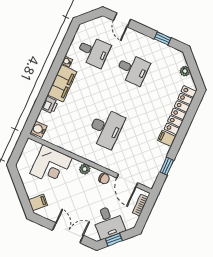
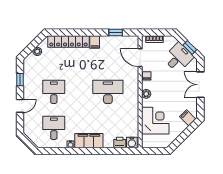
door: (122, 20) -> (20, 106), moved
printer: (50, 105) -> (120, 142), moved
door: (127, 180) -> (140, 58), swing flipped

